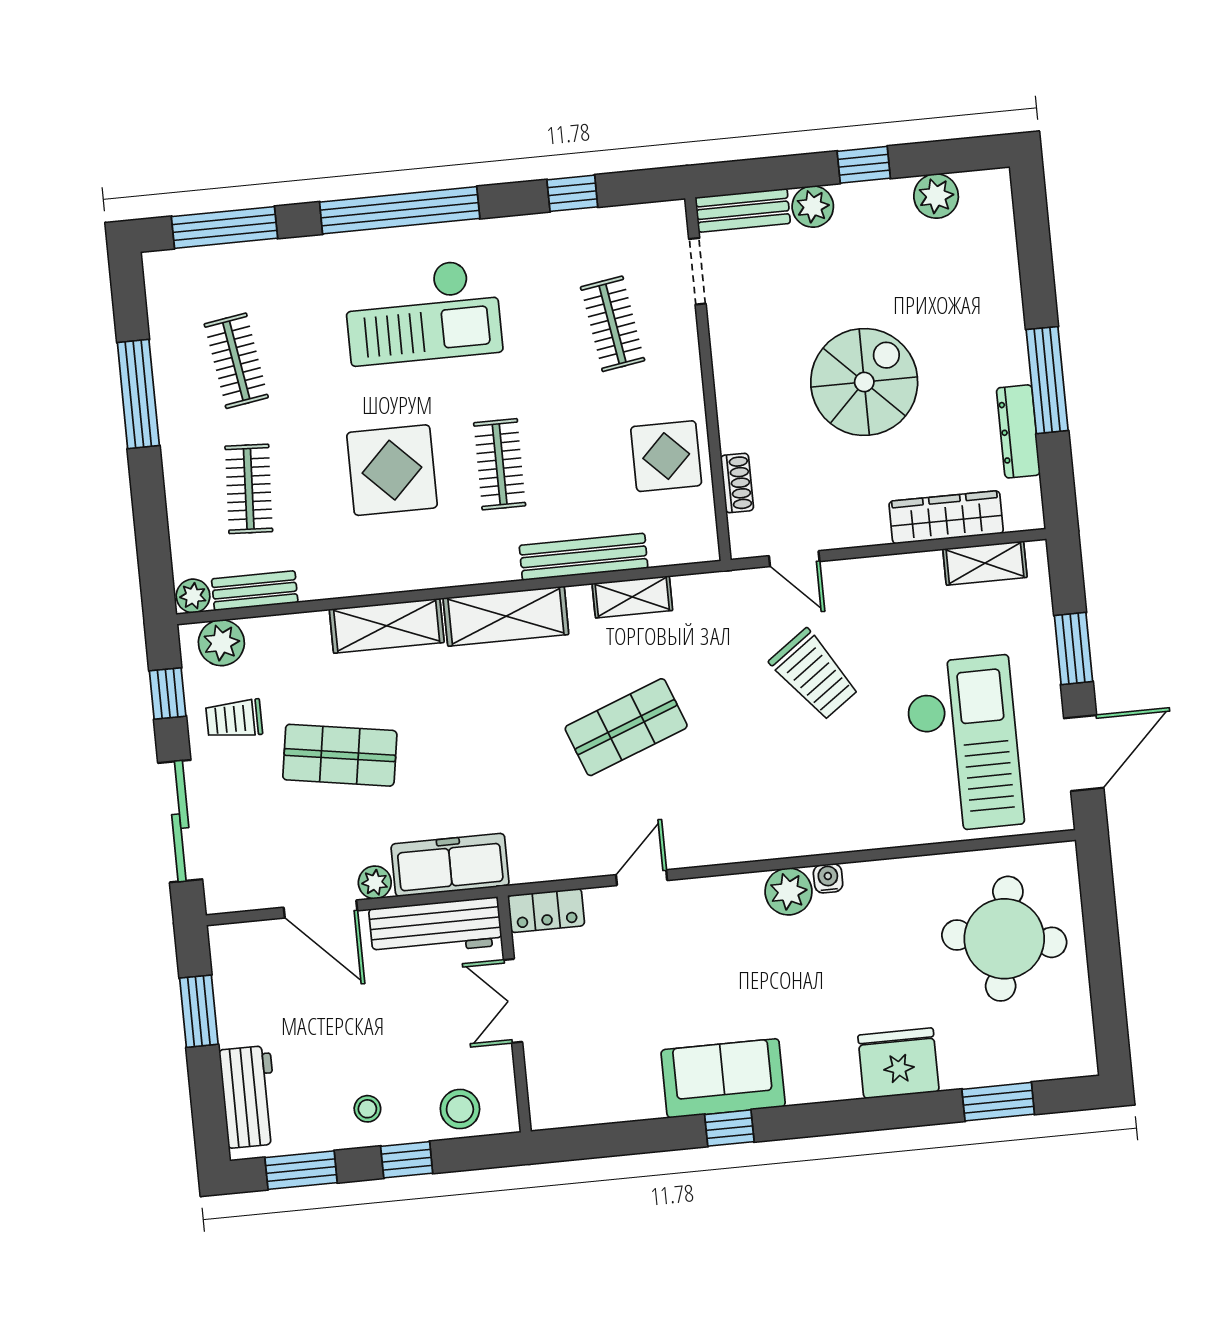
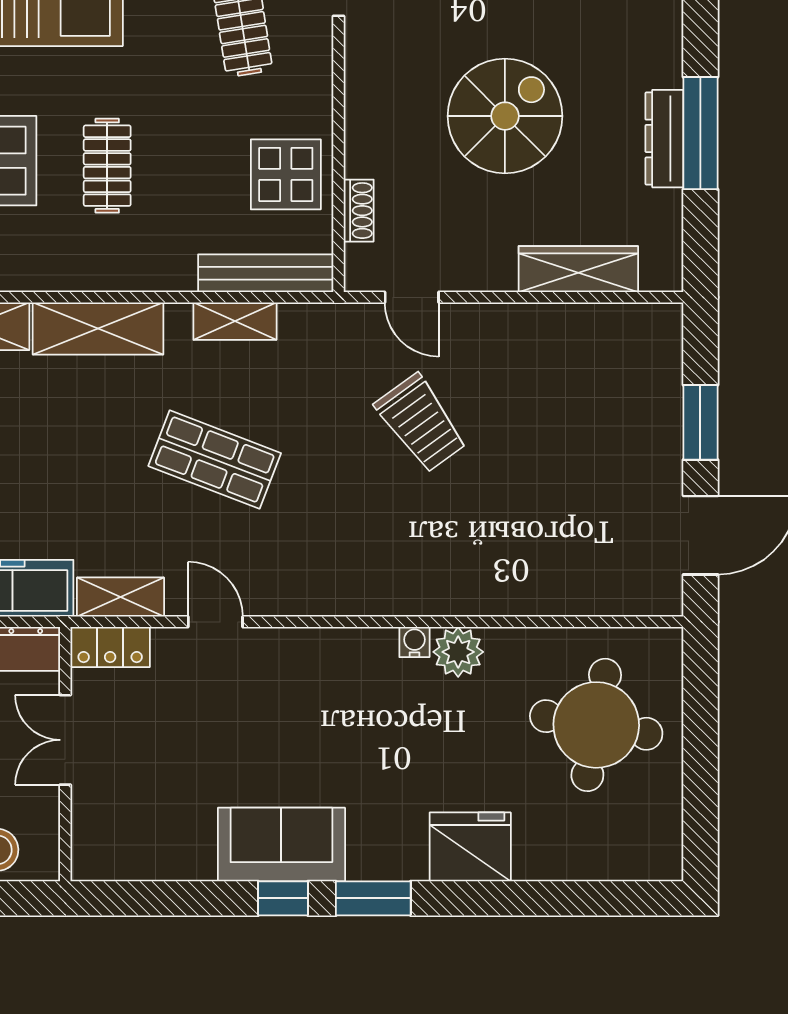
dresser: (1018, 431) -> (664, 139), moved
bench: (584, 557) -> (266, 273), moved
shelving: (985, 563) -> (120, 597), moved
shop shelf: (626, 727) -> (215, 460), turned 42
checkout: (964, 744) -> (573, 513), removed
door: (642, 878) -> (215, 622), hinge flipped
plant: (788, 892) -> (458, 652), moved
window: (998, 1102) -> (373, 898), moved

